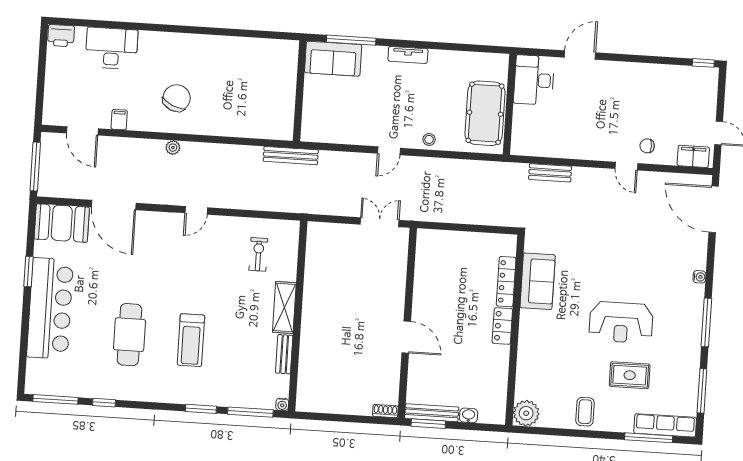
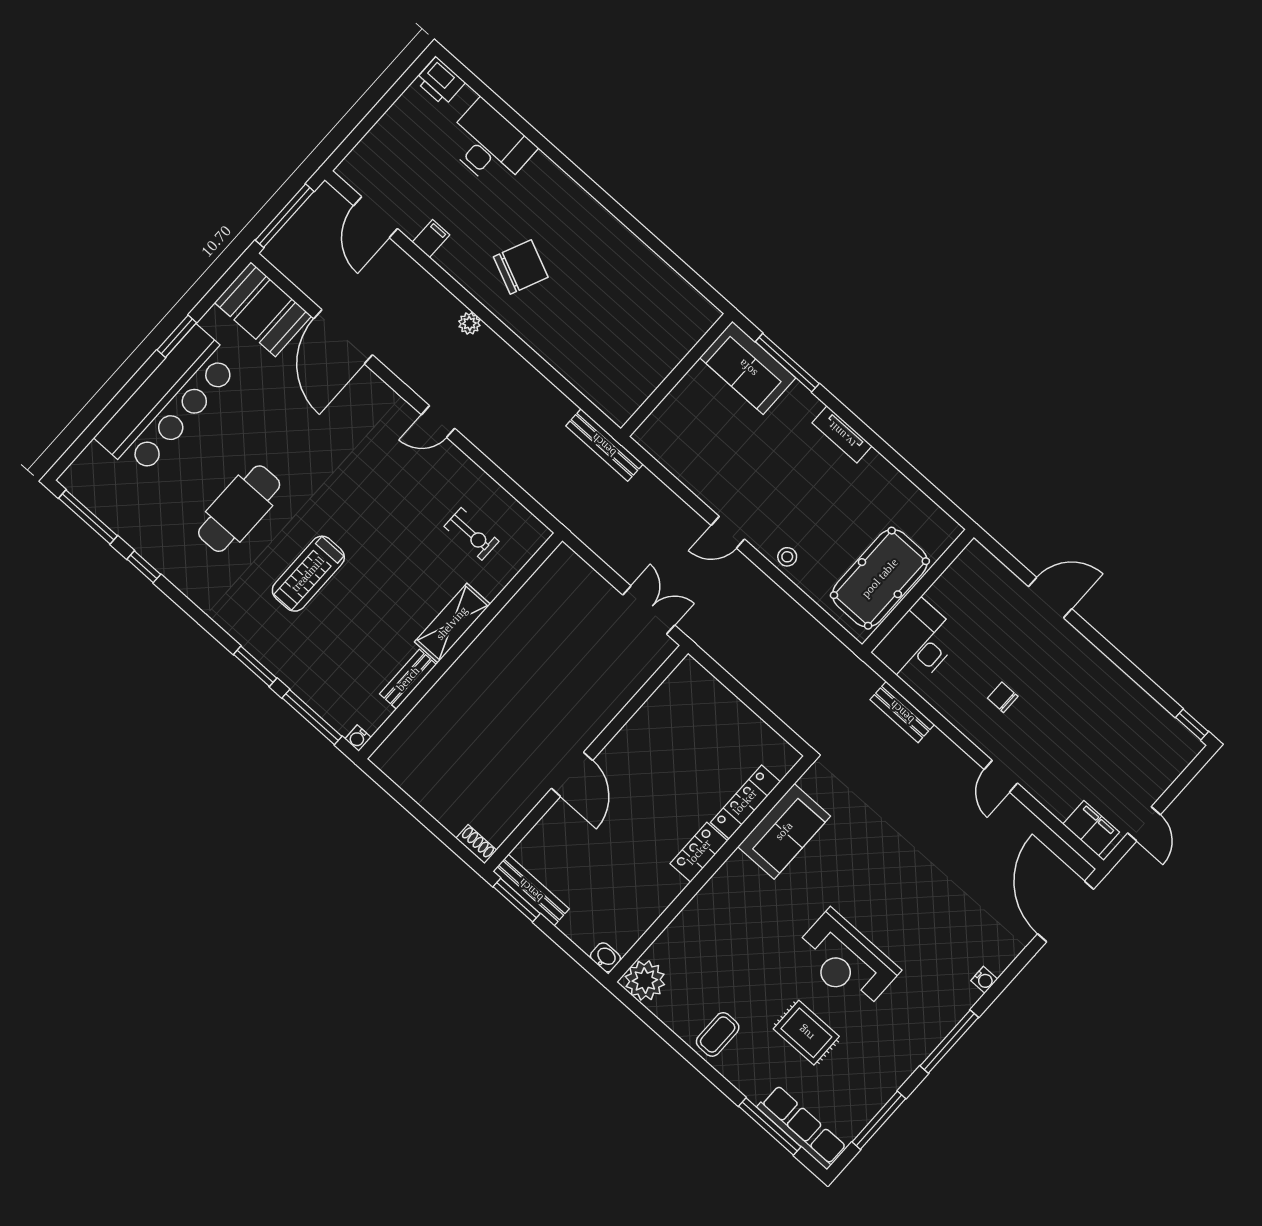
desk: (534, 80) -> (918, 644), moved
chair: (647, 146) -> (1003, 697), moved
exercise bike: (258, 254) -> (471, 534), turned 90
washbasin: (469, 415) -> (605, 957), moved

